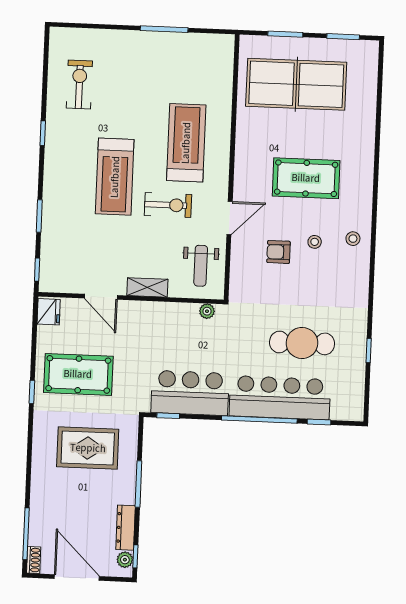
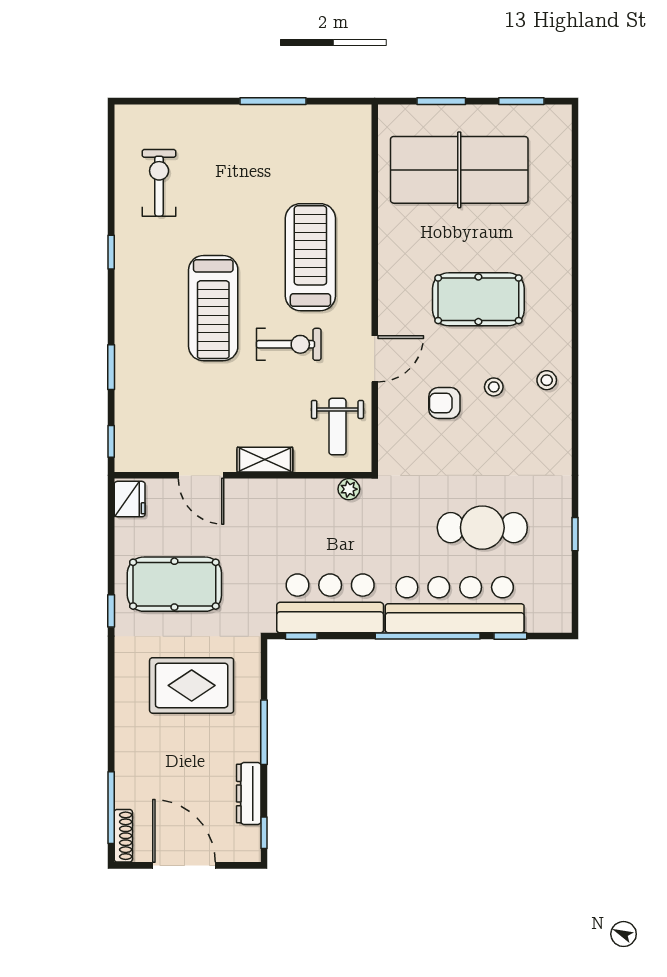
shoe rack: (34, 560) -> (123, 836), width x1.43
plant: (125, 560) -> (250, 838), removed

